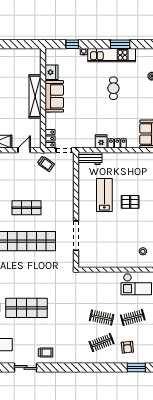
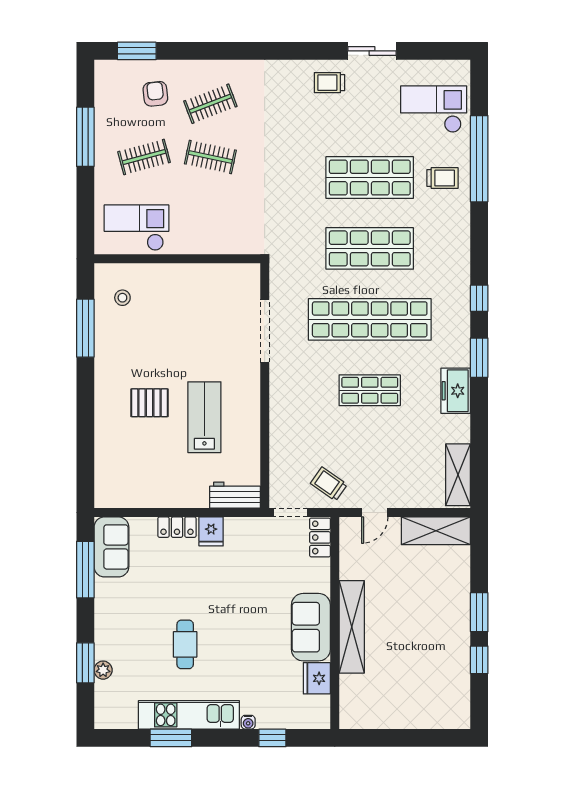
lab bench: (104, 195) -> (204, 417), turned 180
shop shelf: (27, 274) -> (370, 248), added

